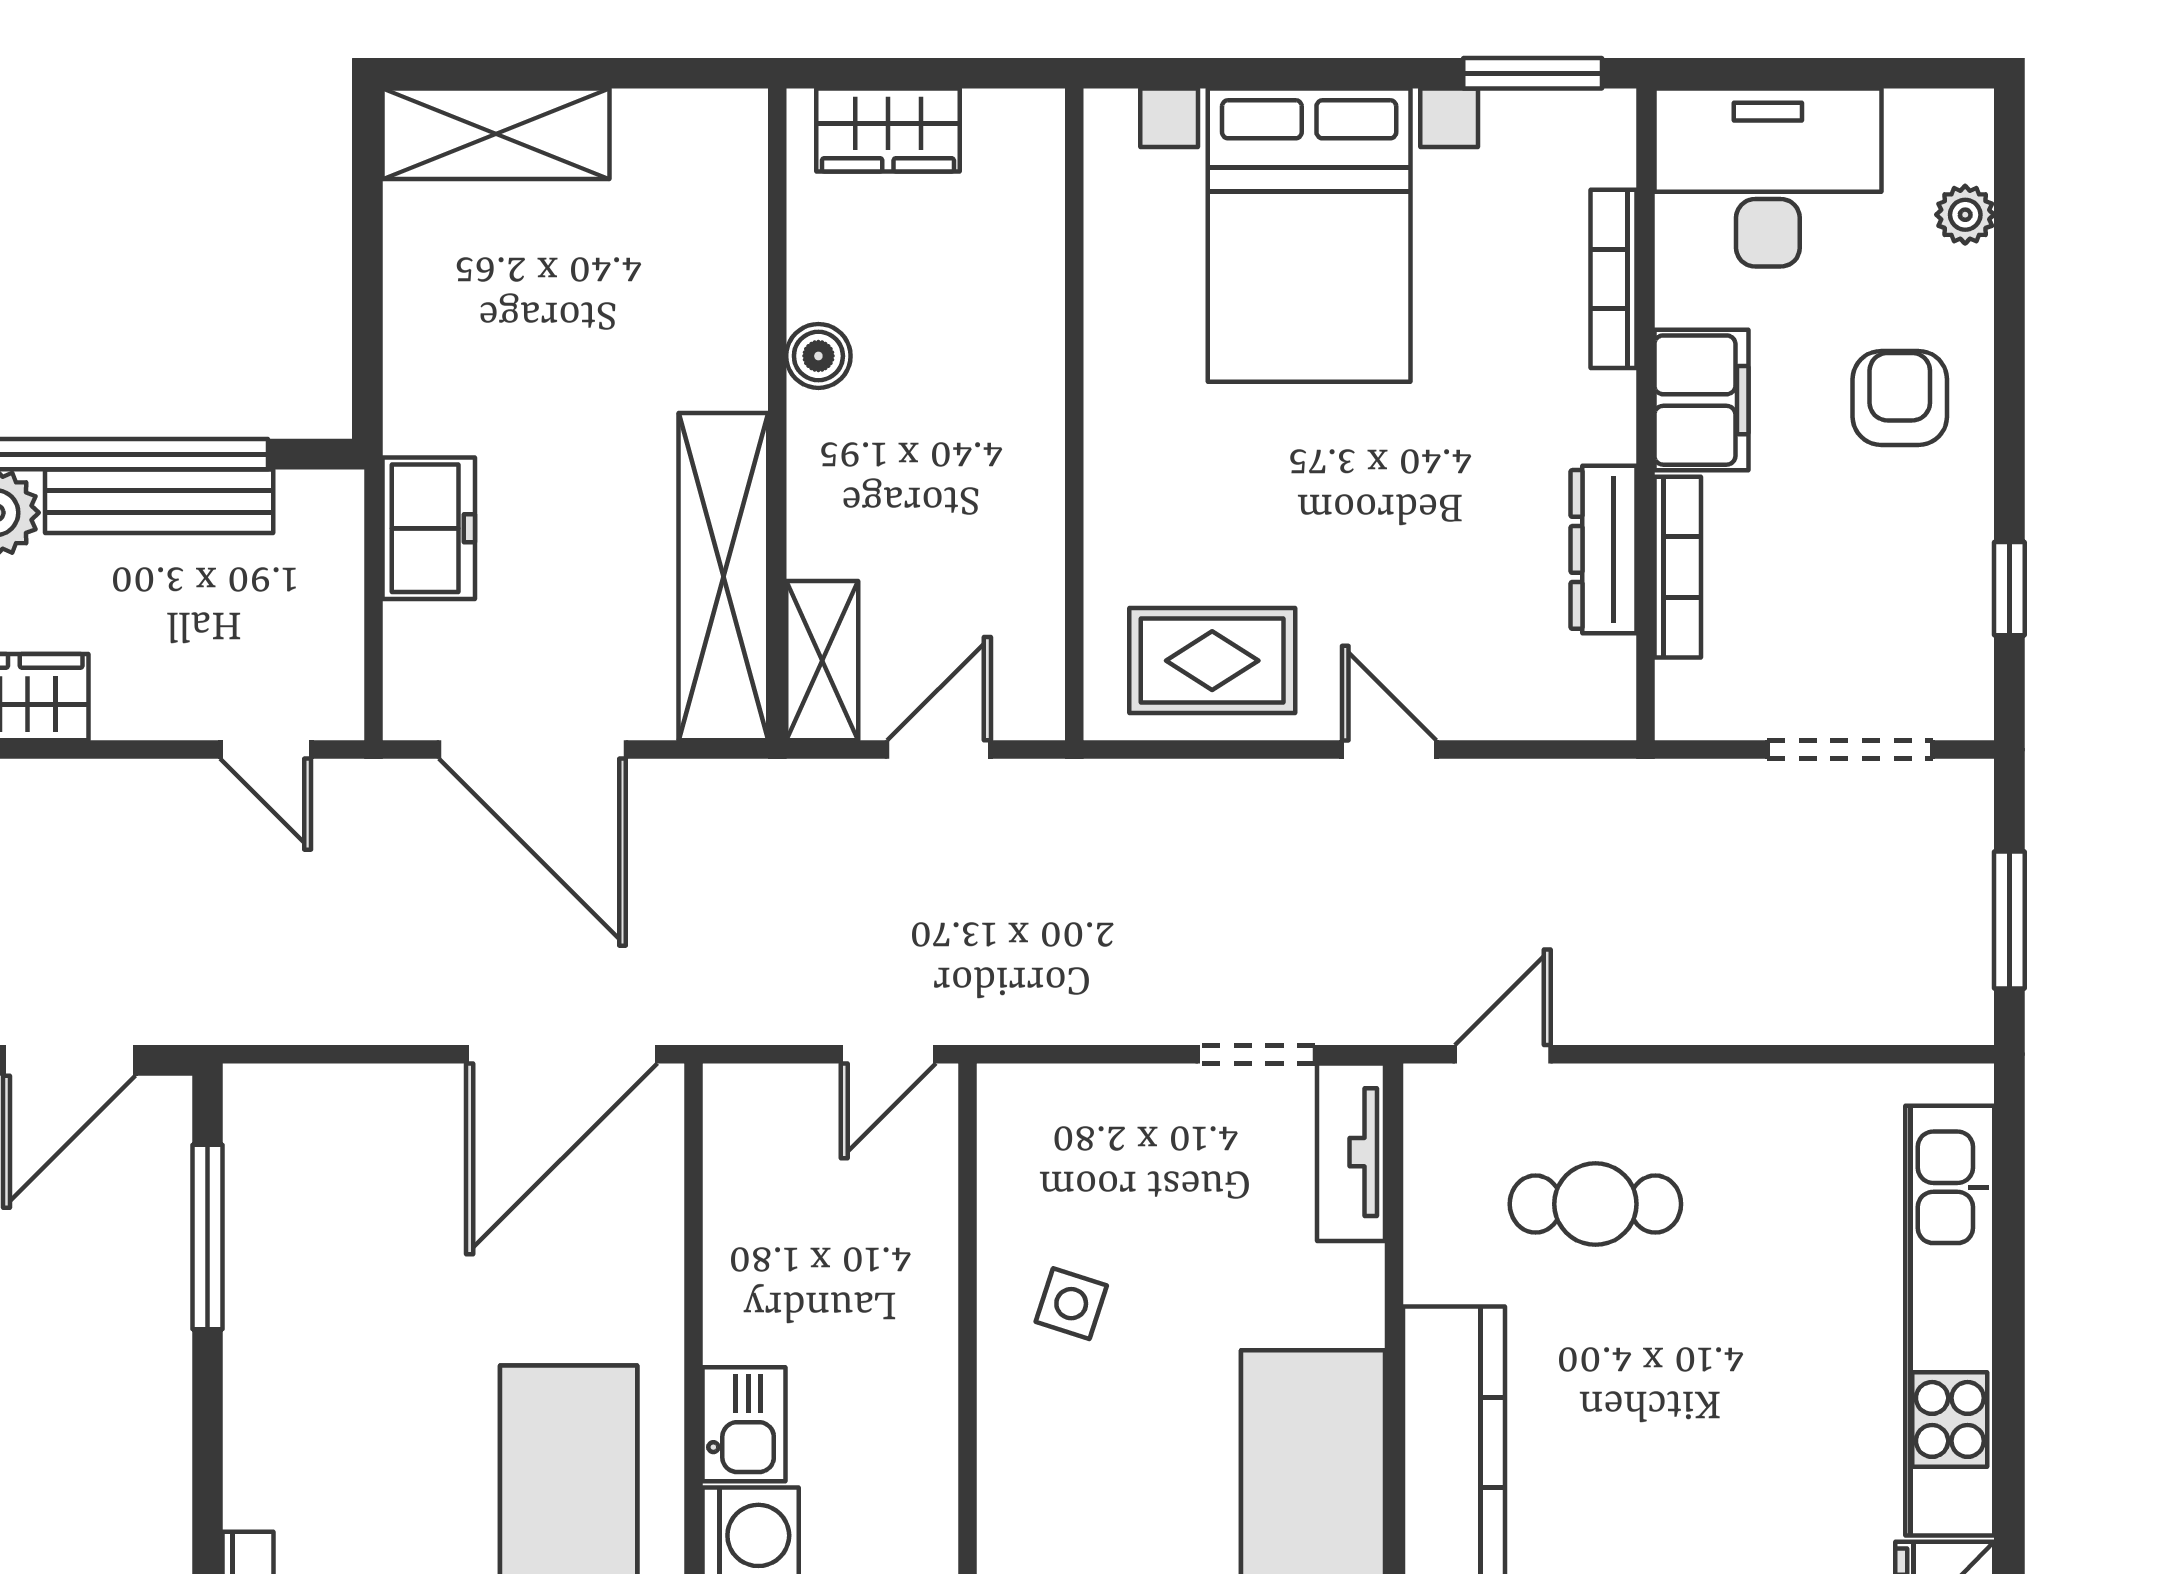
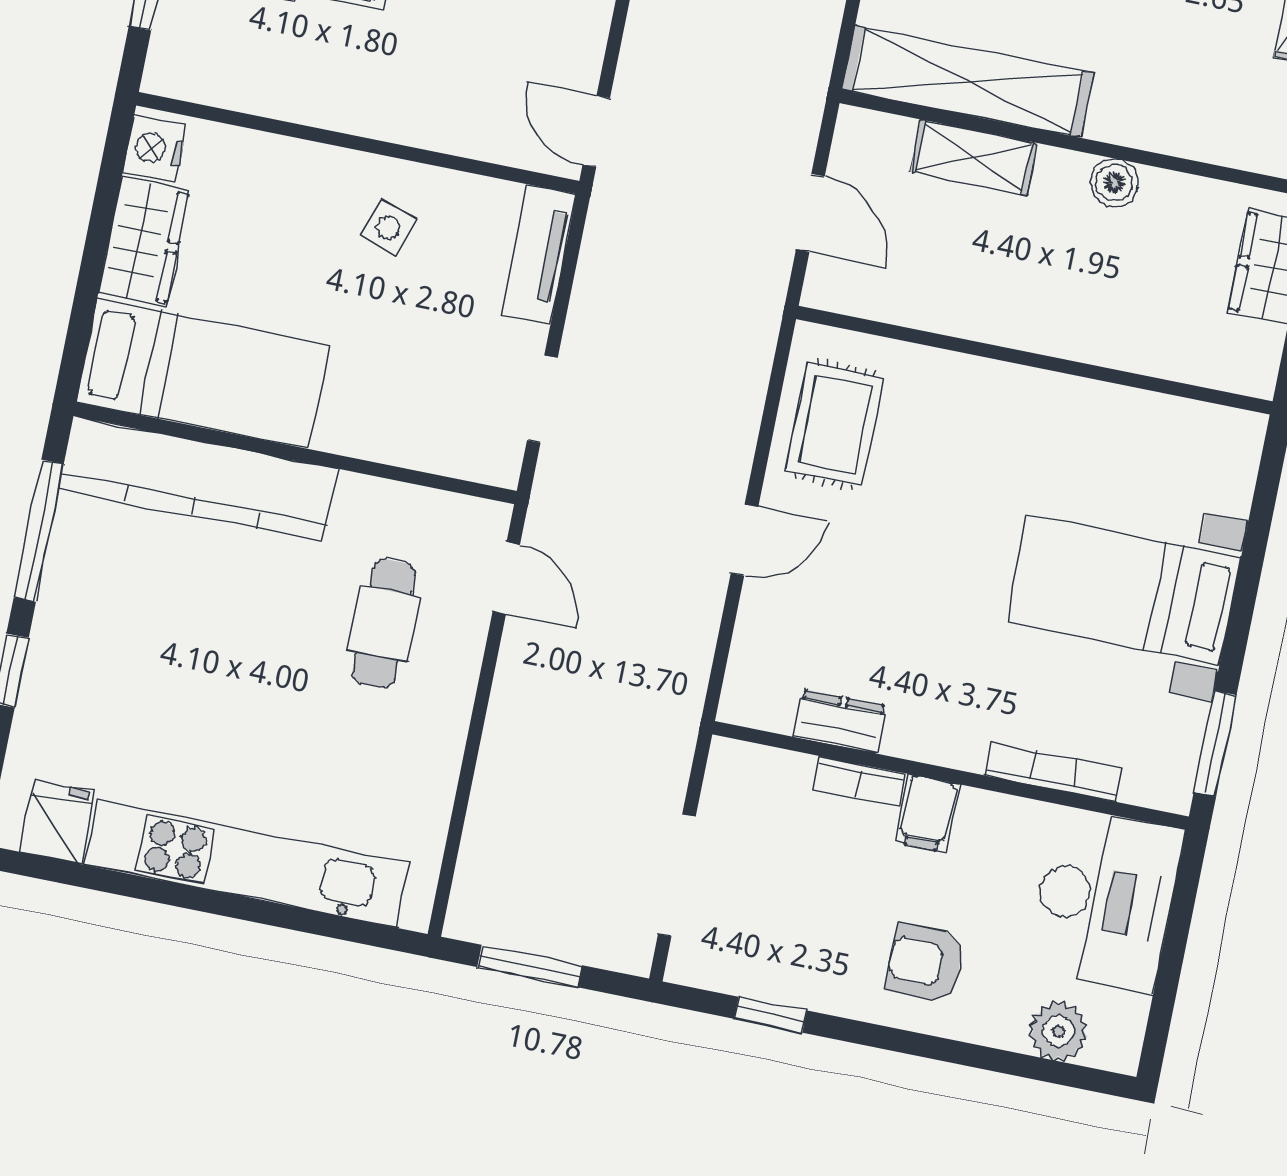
plant: (1965, 215) -> (1058, 1031), width x1.38, depth x1.38
bed with nightstands: (1309, 235) -> (1124, 590), width x0.73
armchair: (1900, 398) -> (925, 963), turned 180
filing cabinet: (1701, 400) -> (927, 813), width x0.50
dresser: (1603, 549) -> (840, 721), width x0.70
bookcase: (1678, 567) -> (859, 781), width x0.64
shelving: (822, 661) -> (974, 157), moved
tv unit: (1351, 1152) -> (539, 255), moved, turned -90

